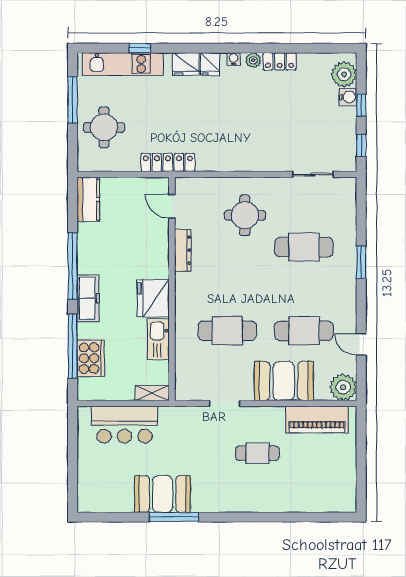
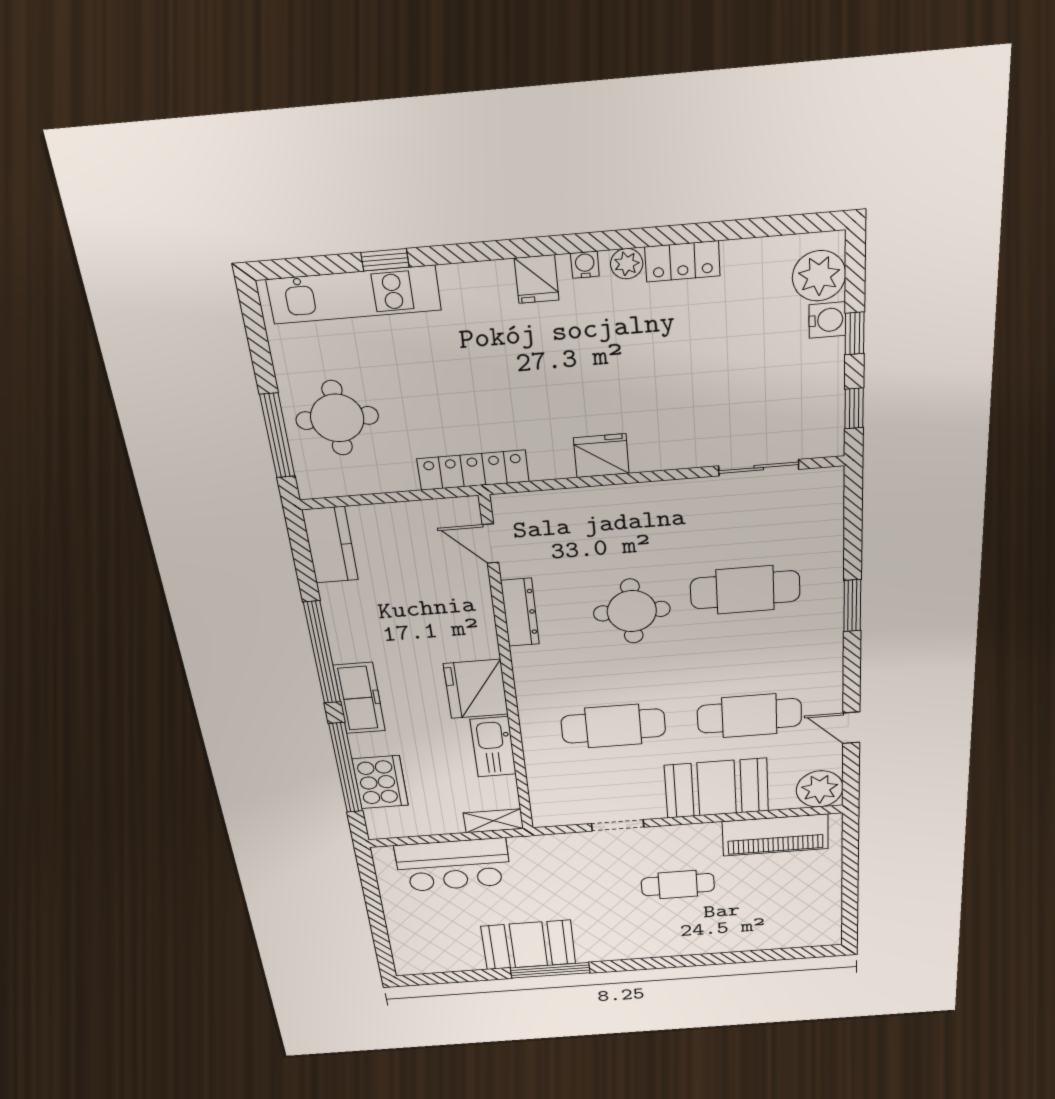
fridge: (186, 64) -> (601, 456), moved, turned 180
window: (73, 100) -> (277, 436), moved
round table: (245, 215) -> (632, 611), moved

